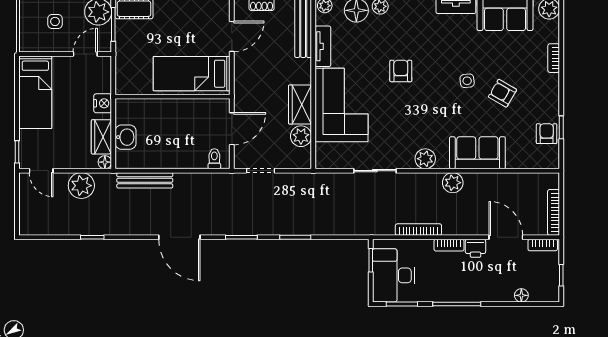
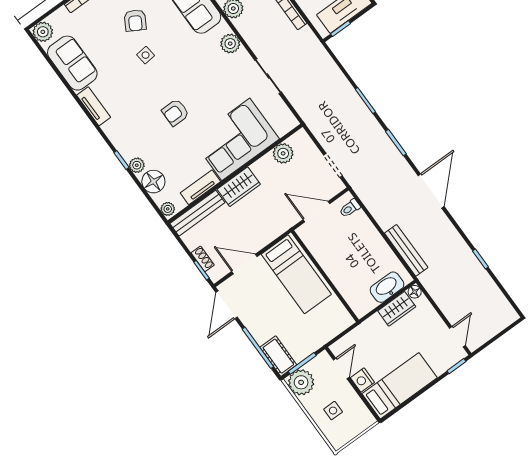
door: (85, 54) -> (341, 368), swing flipped
nightstand: (103, 103) -> (362, 380), moved, turned -90
wardrobe: (300, 105) -> (239, 187), moved
washbasin: (126, 137) -> (387, 287), width x1.38
plant: (81, 186) -> (446, 297), removed

